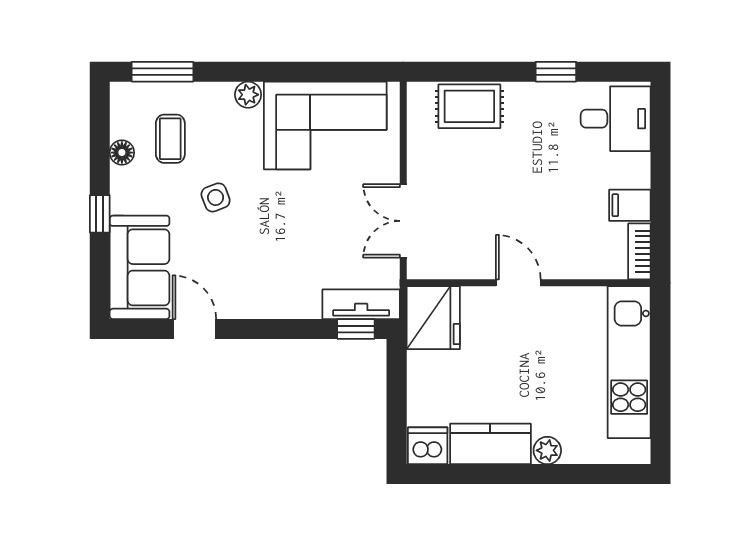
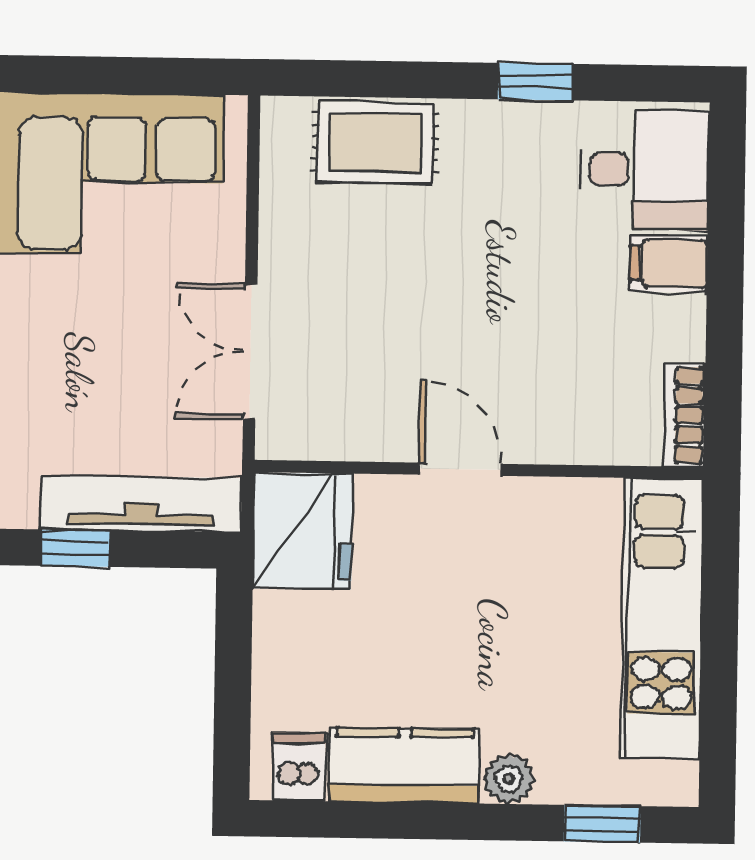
filing cabinet: (630, 205) -> (669, 263), moved
tv unit: (361, 304) -> (141, 504), width x1.41
window: (356, 329) -> (75, 548), moved
dishwasher: (428, 446) -> (299, 767), width x0.73
window: (598, 474) -> (602, 824), added

